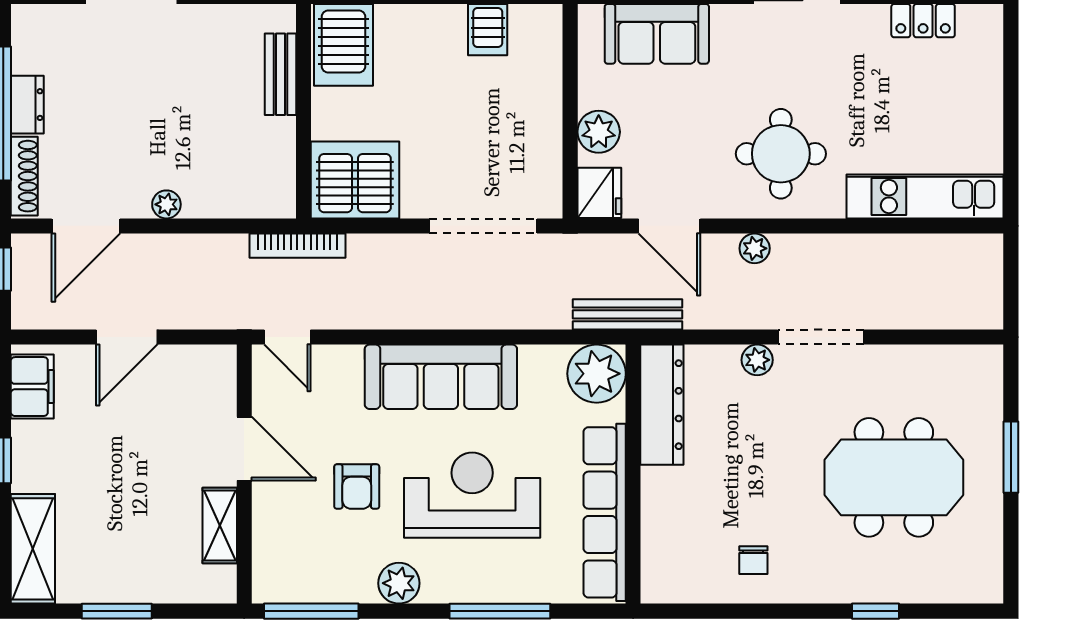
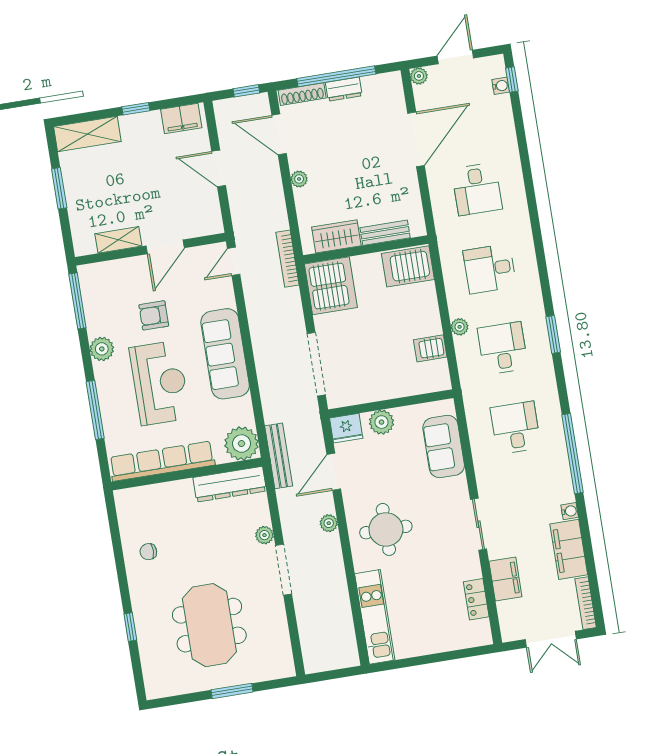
wardrobe: (273, 157) -> (336, 236), added

